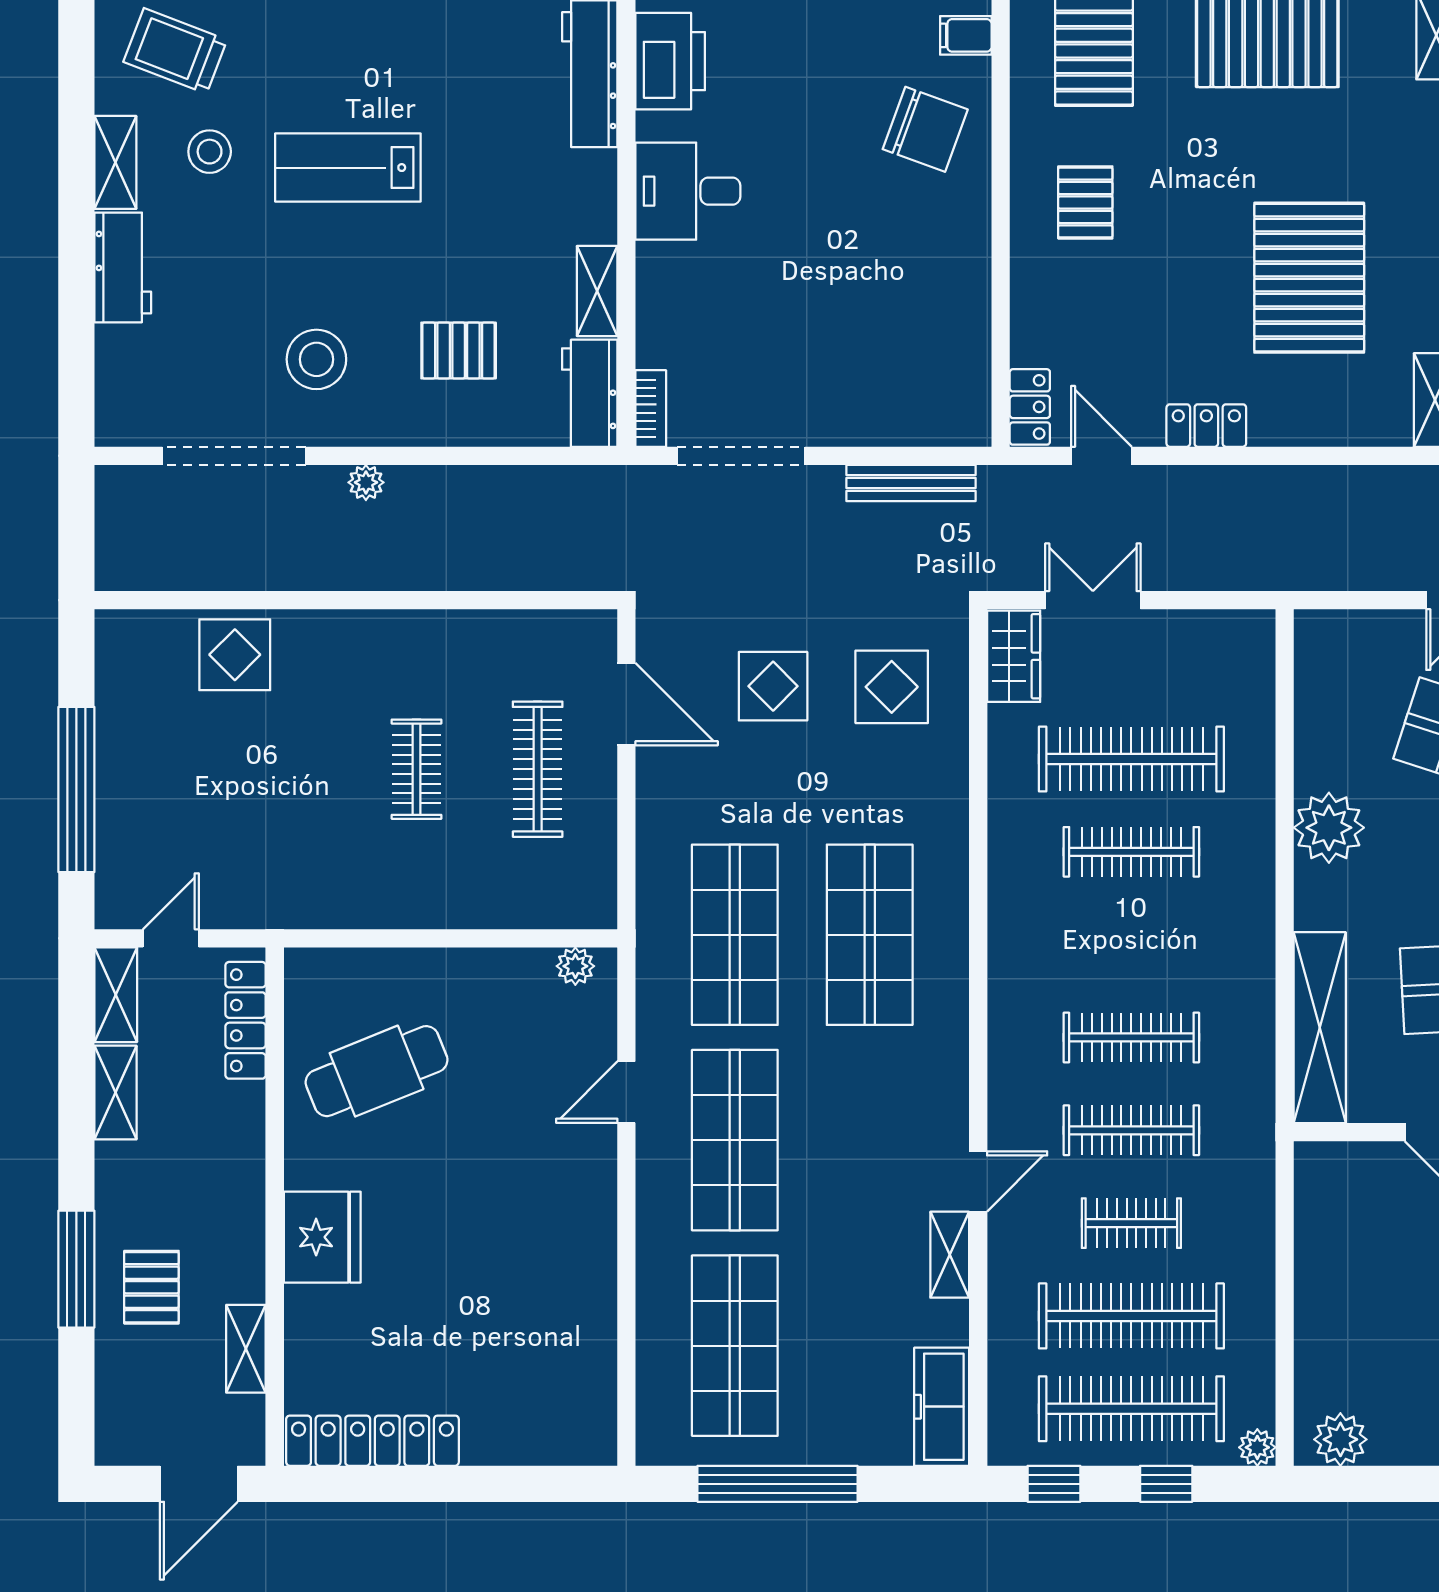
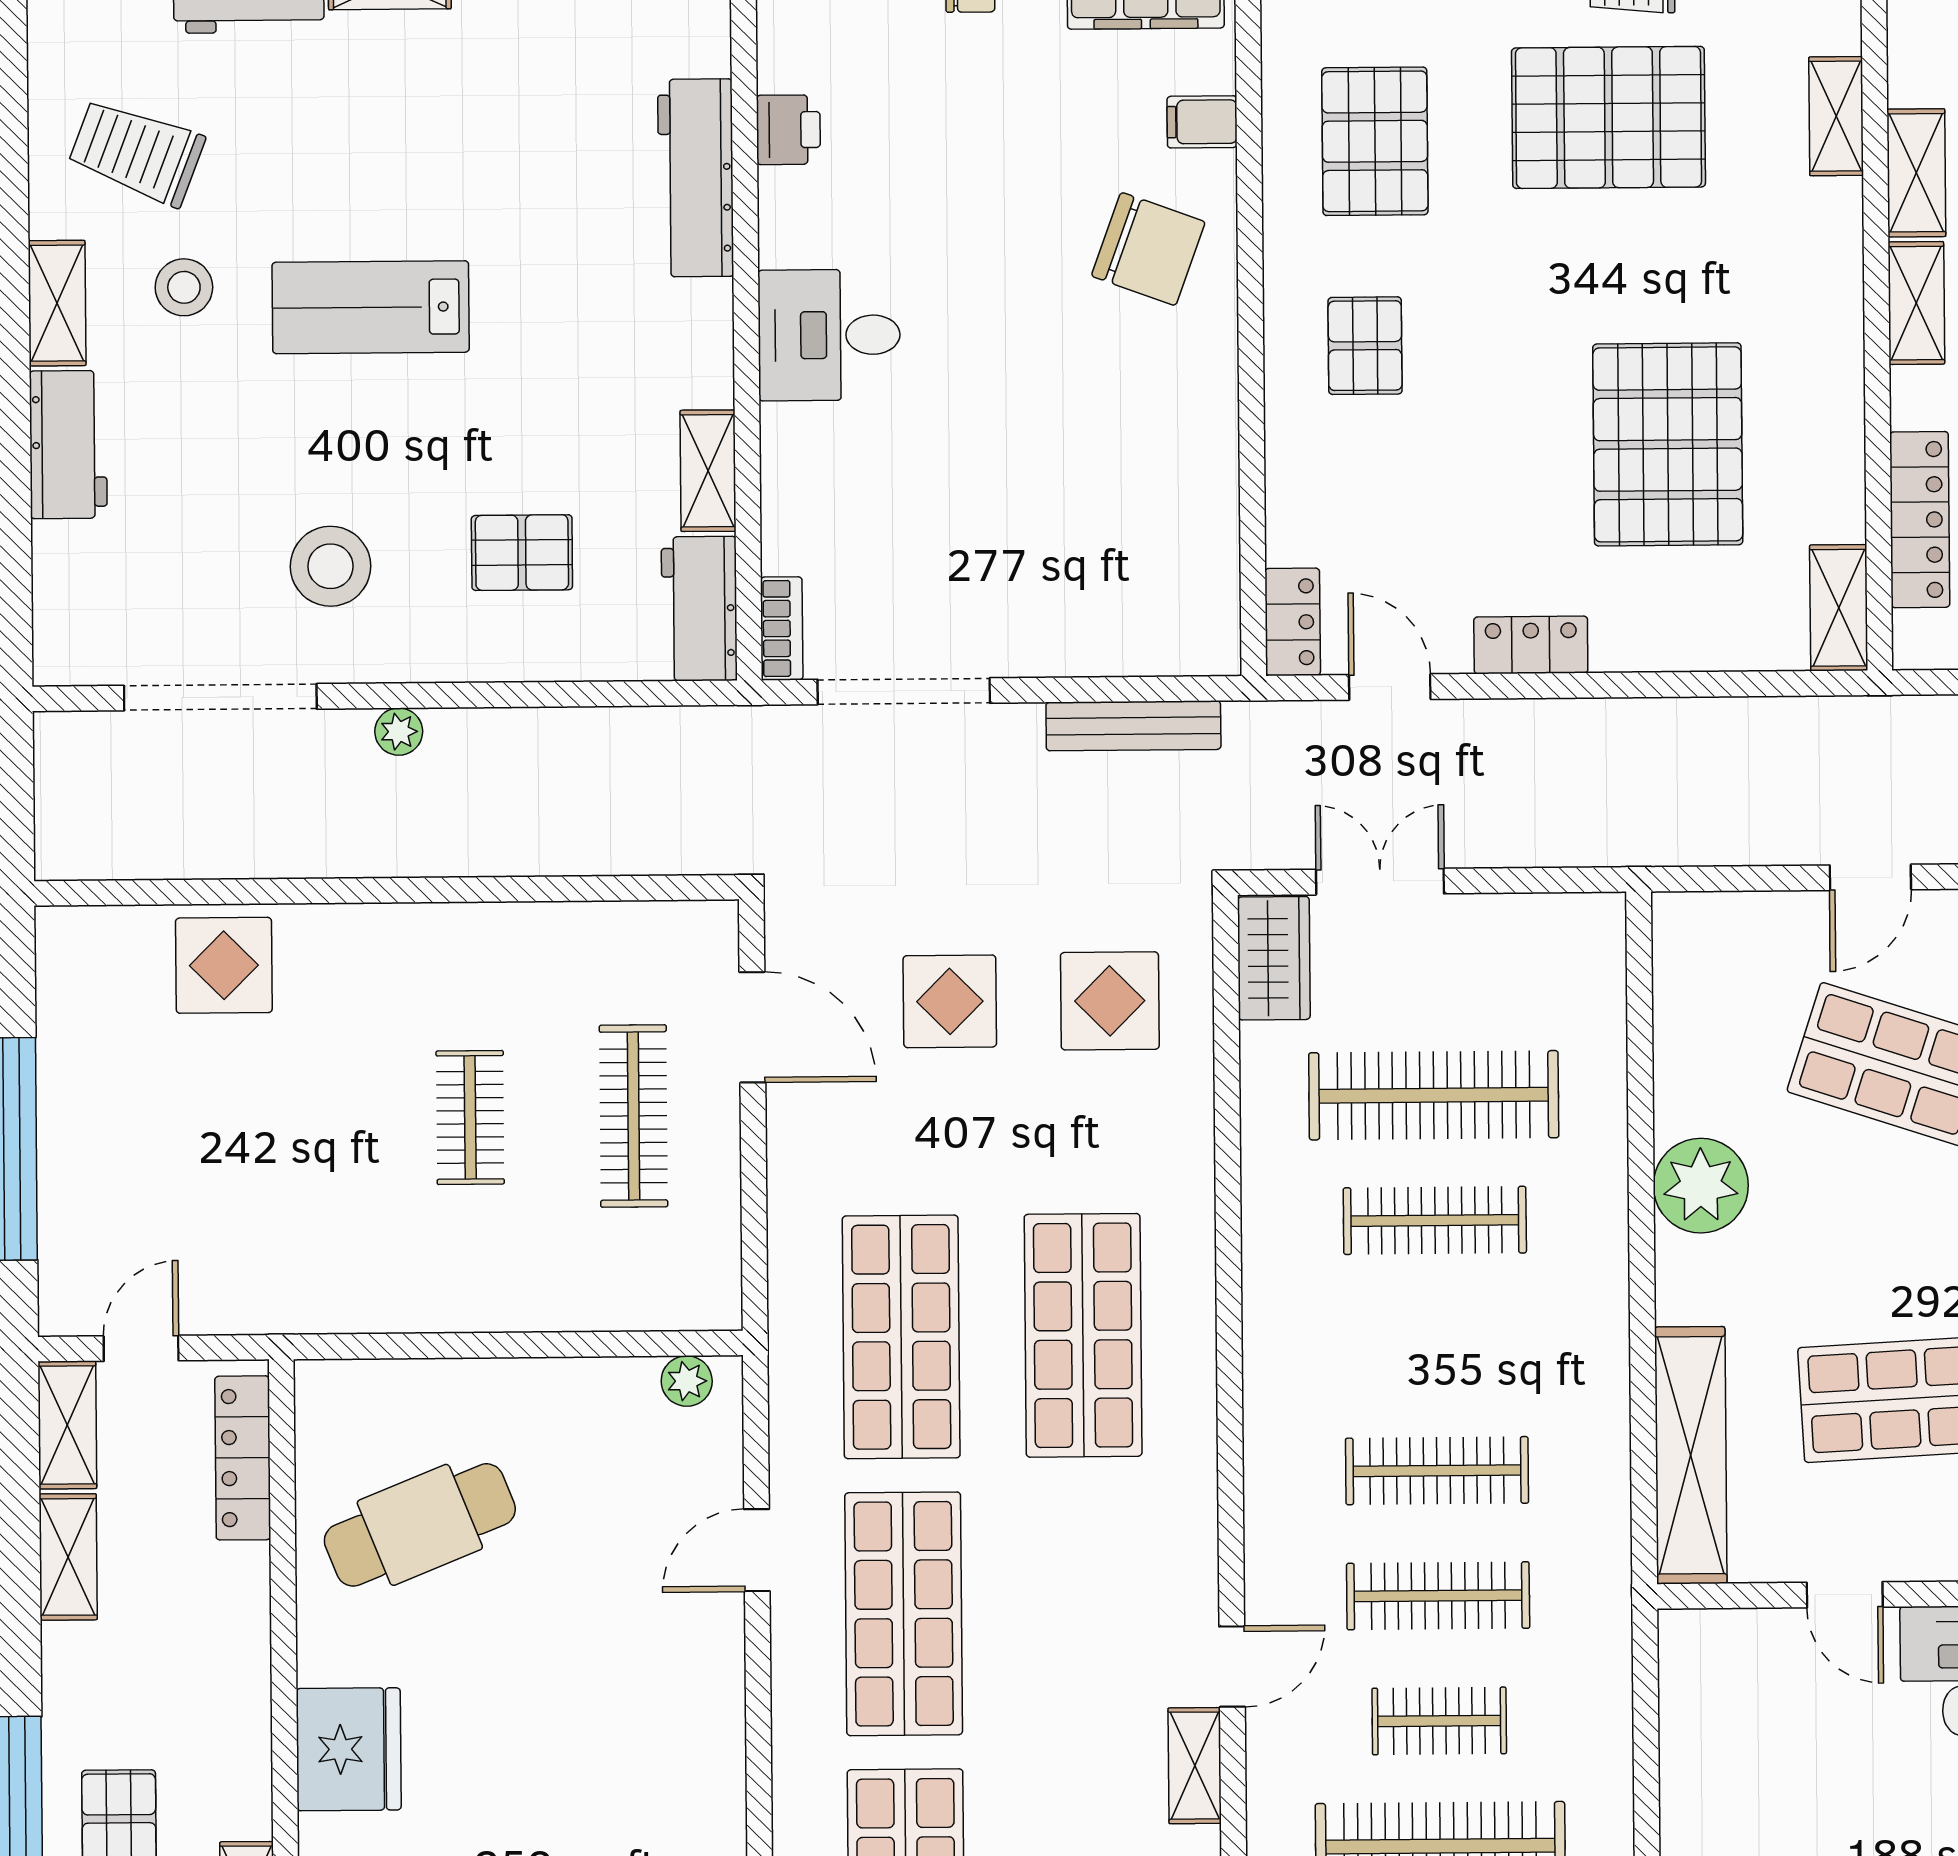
printer: (670, 61) -> (788, 130), width x0.53, depth x0.68

